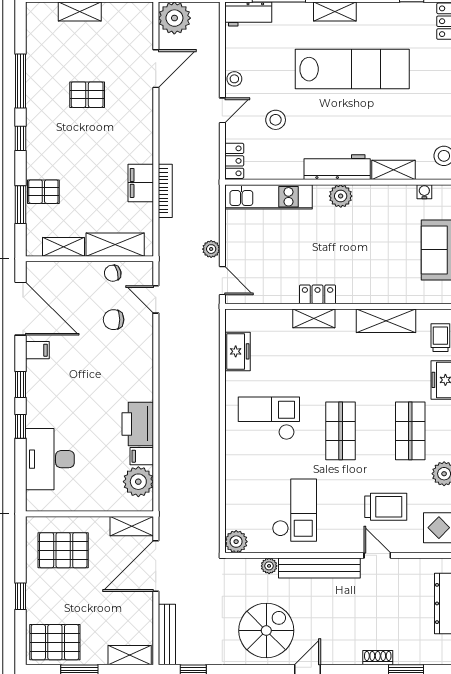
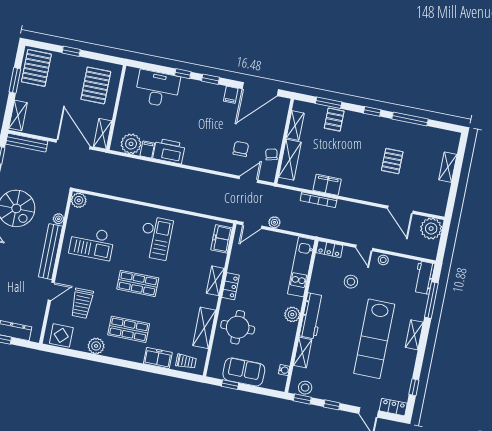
round table: (375, 272) -> (238, 327), added
freezer: (237, 351) -> (221, 239), moved, turned 90

